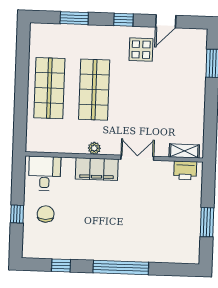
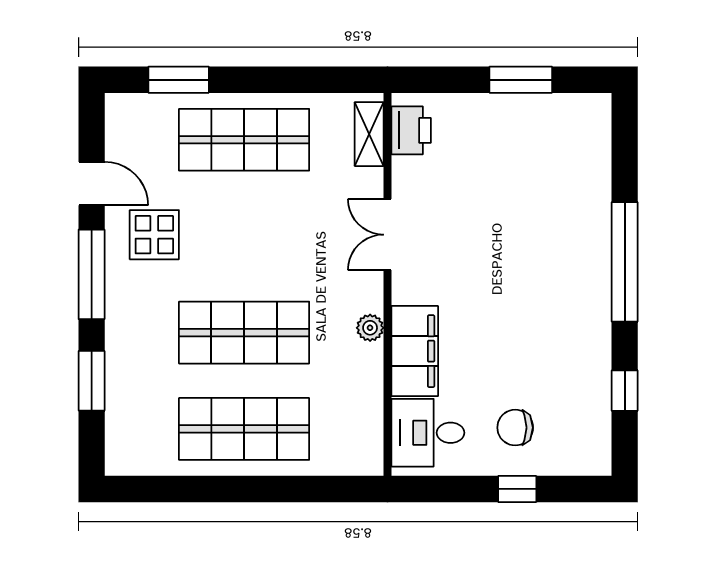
window: (124, 20) -> (92, 274), width x2.17
shop shelf: (184, 93) -> (244, 140), added
filing cabinet: (97, 169) -> (415, 351), moved

